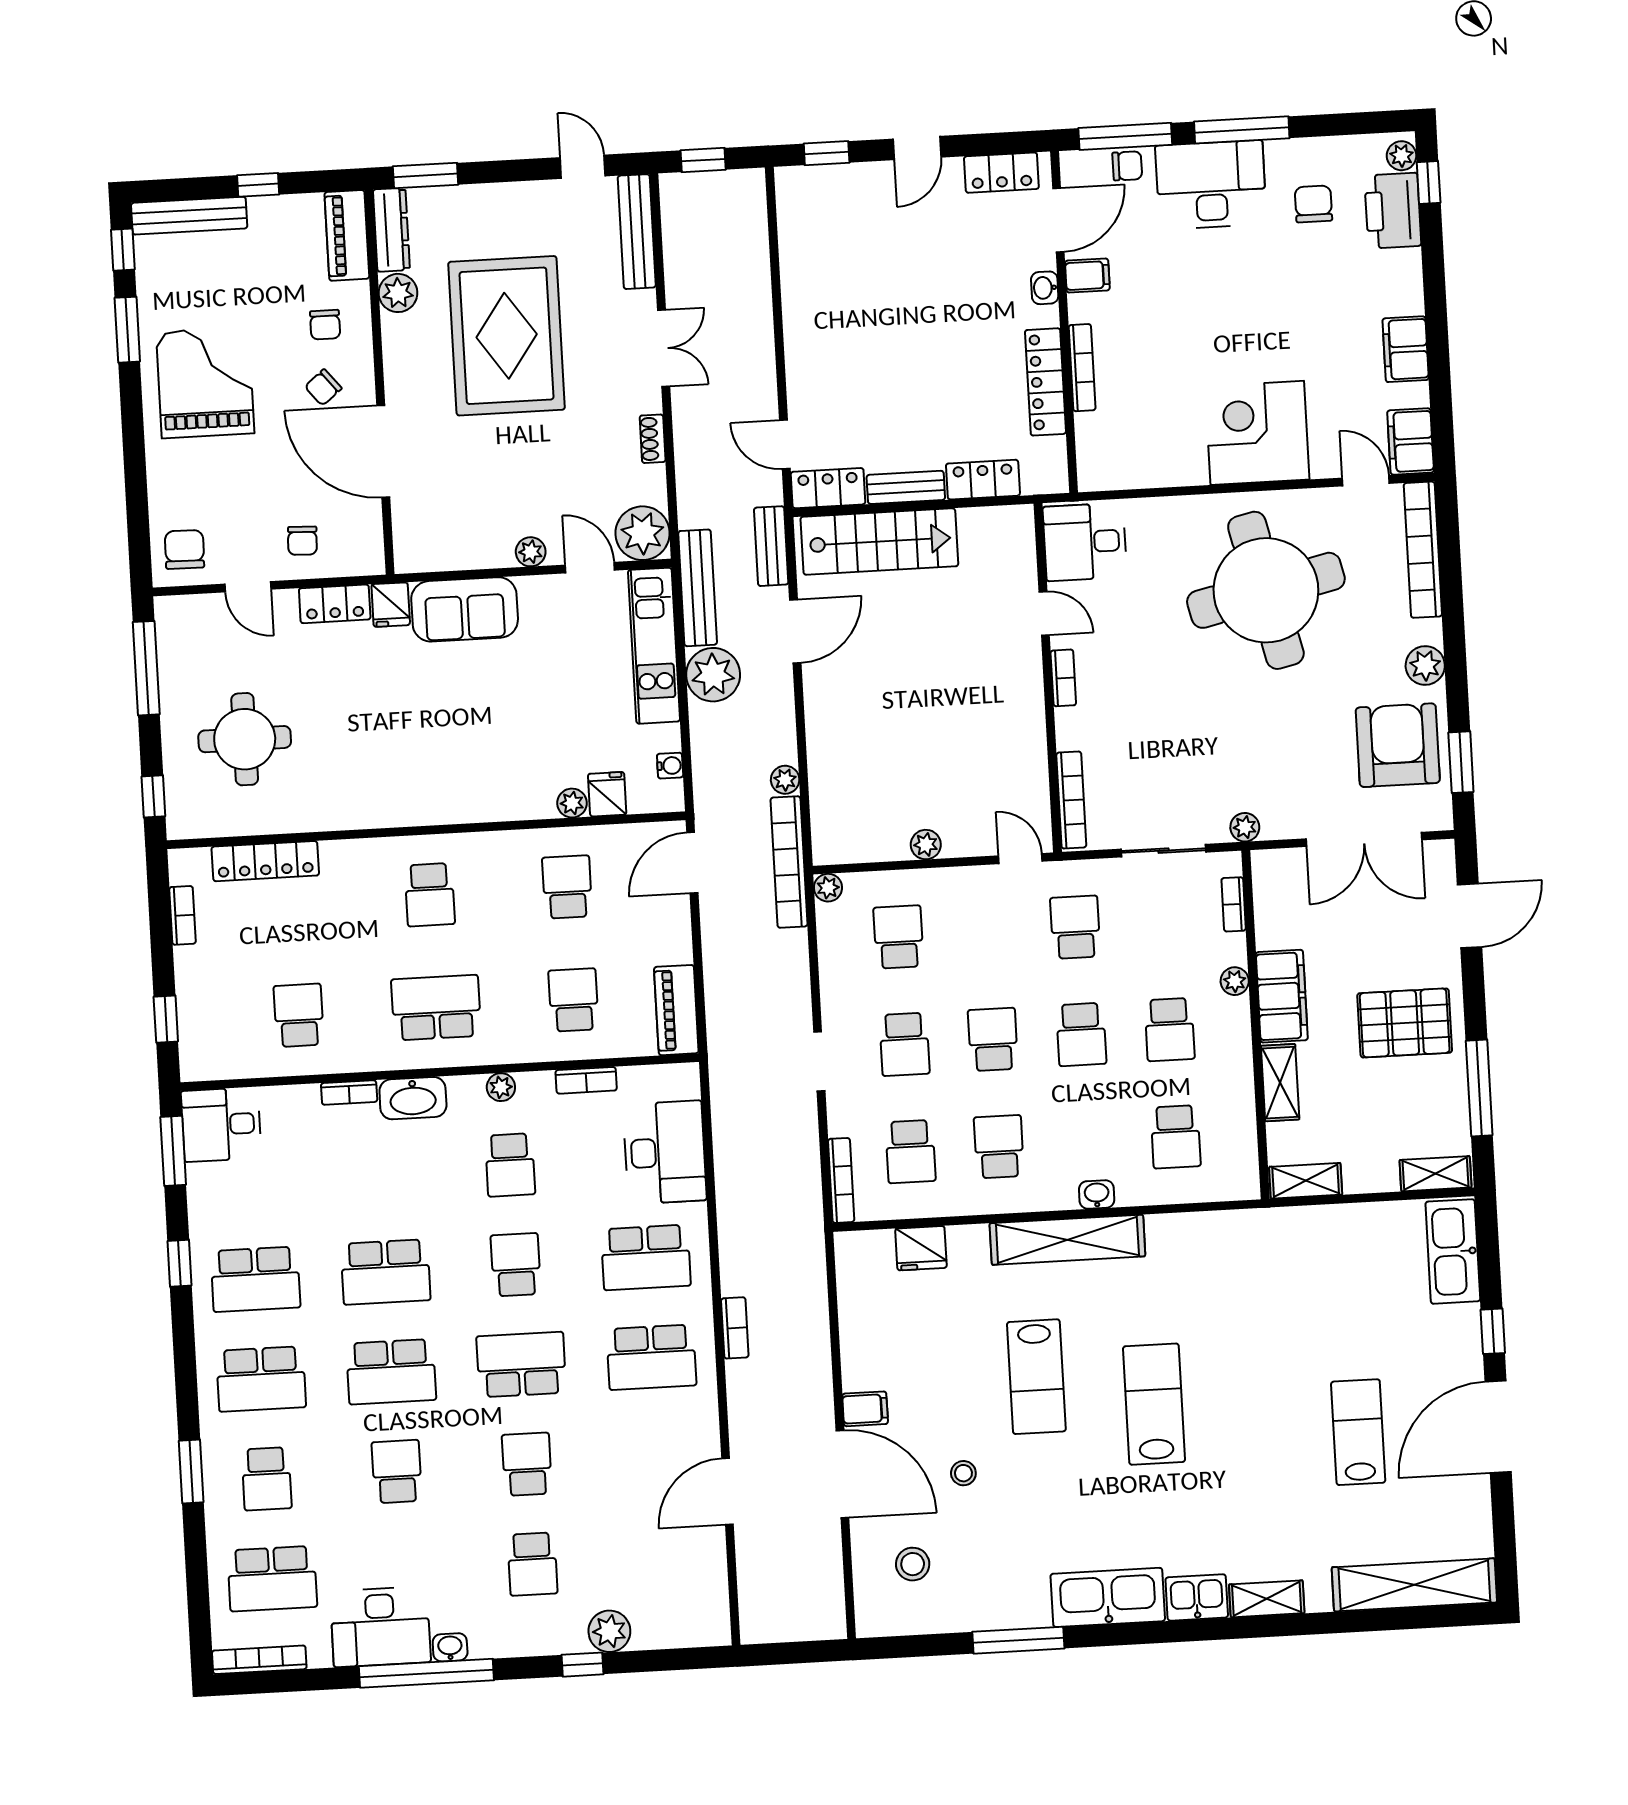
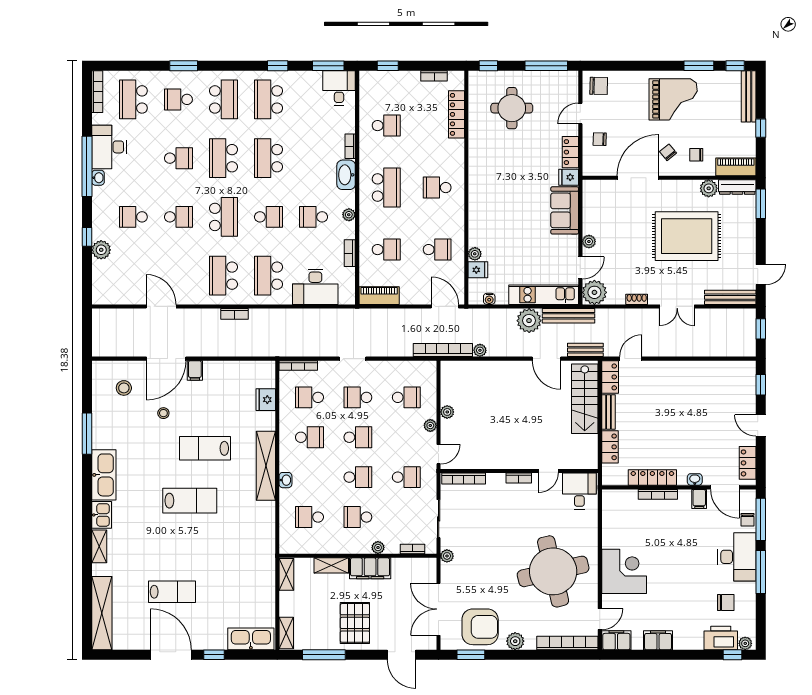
plant: (828, 888) -> (430, 425), moved
school desk: (1081, 1034) -> (358, 477), turned 180
school desk: (261, 1379) -> (223, 99), turned 180

